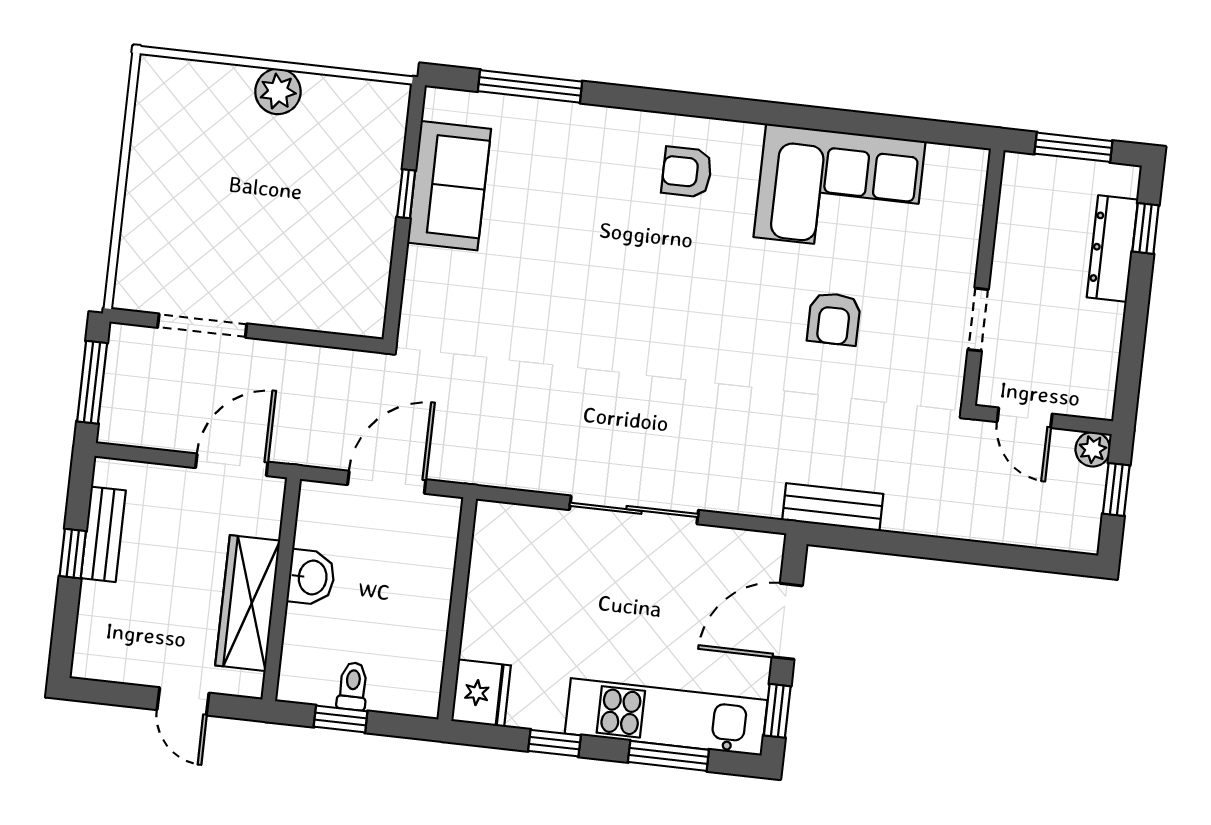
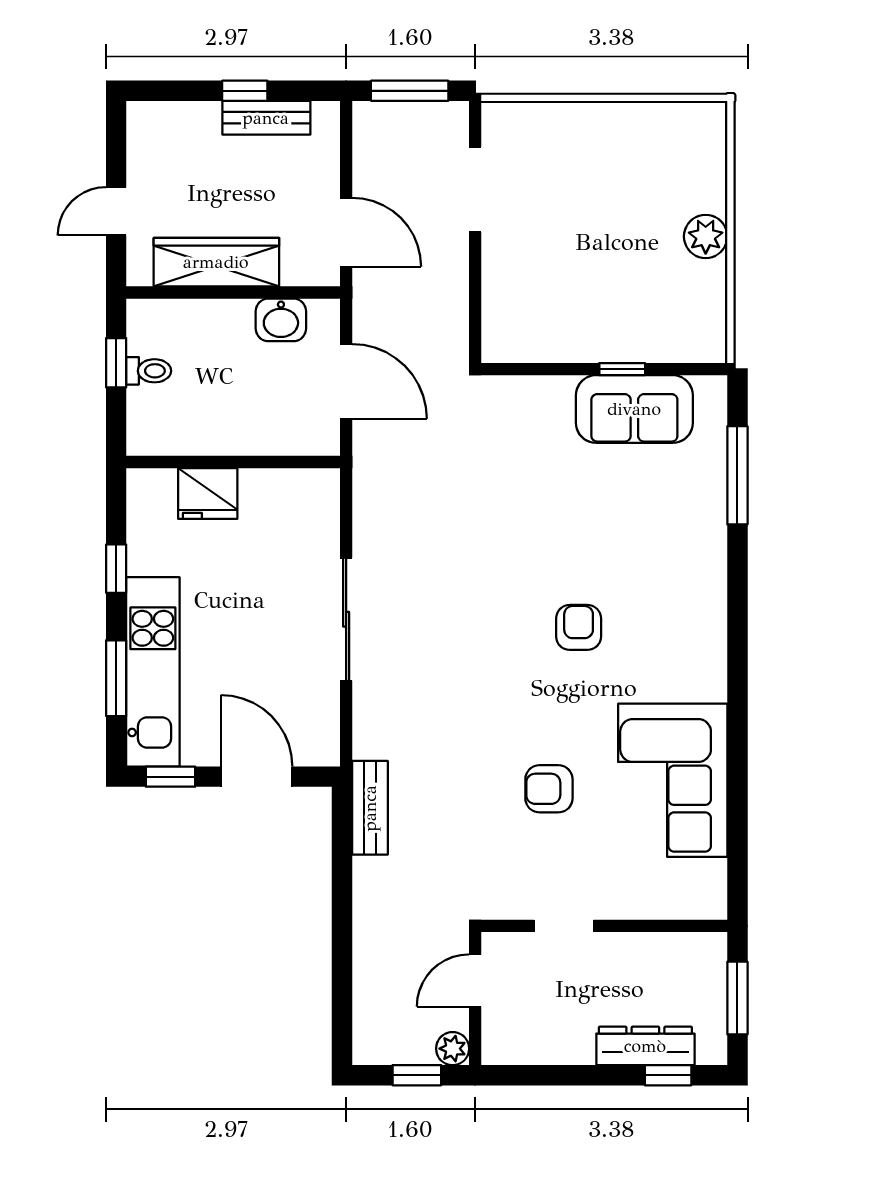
armchair: (687, 172) -> (579, 627), moved
washbasin: (311, 577) -> (281, 320), moved
fridge: (481, 693) -> (208, 493), moved

